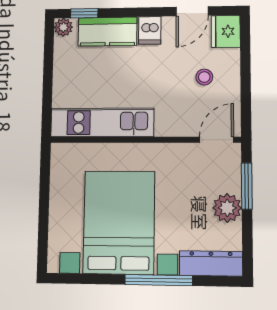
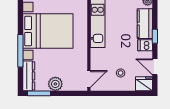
window: (84, 13) -> (155, 36), moved
door: (217, 140) -> (89, 79), hinge flipped
window: (247, 186) -> (39, 93), moved

